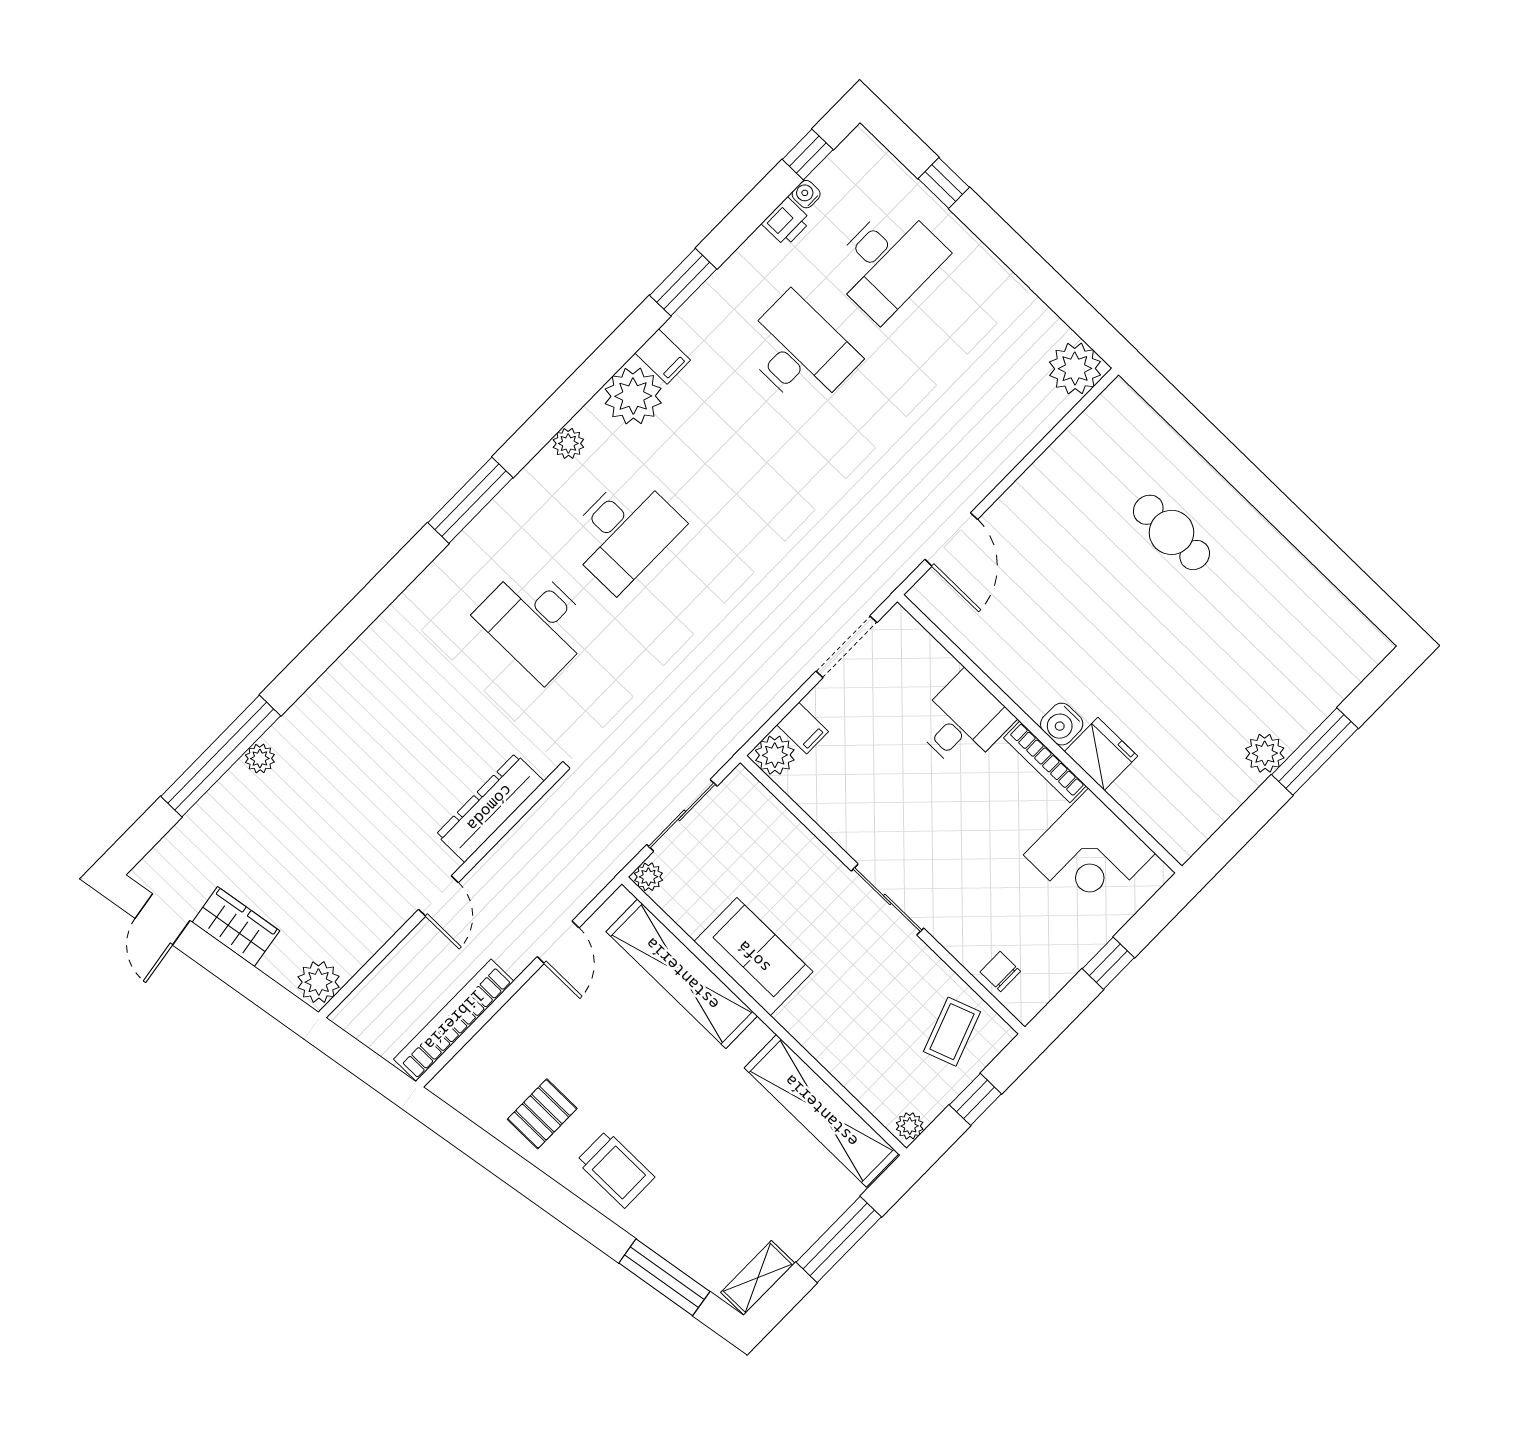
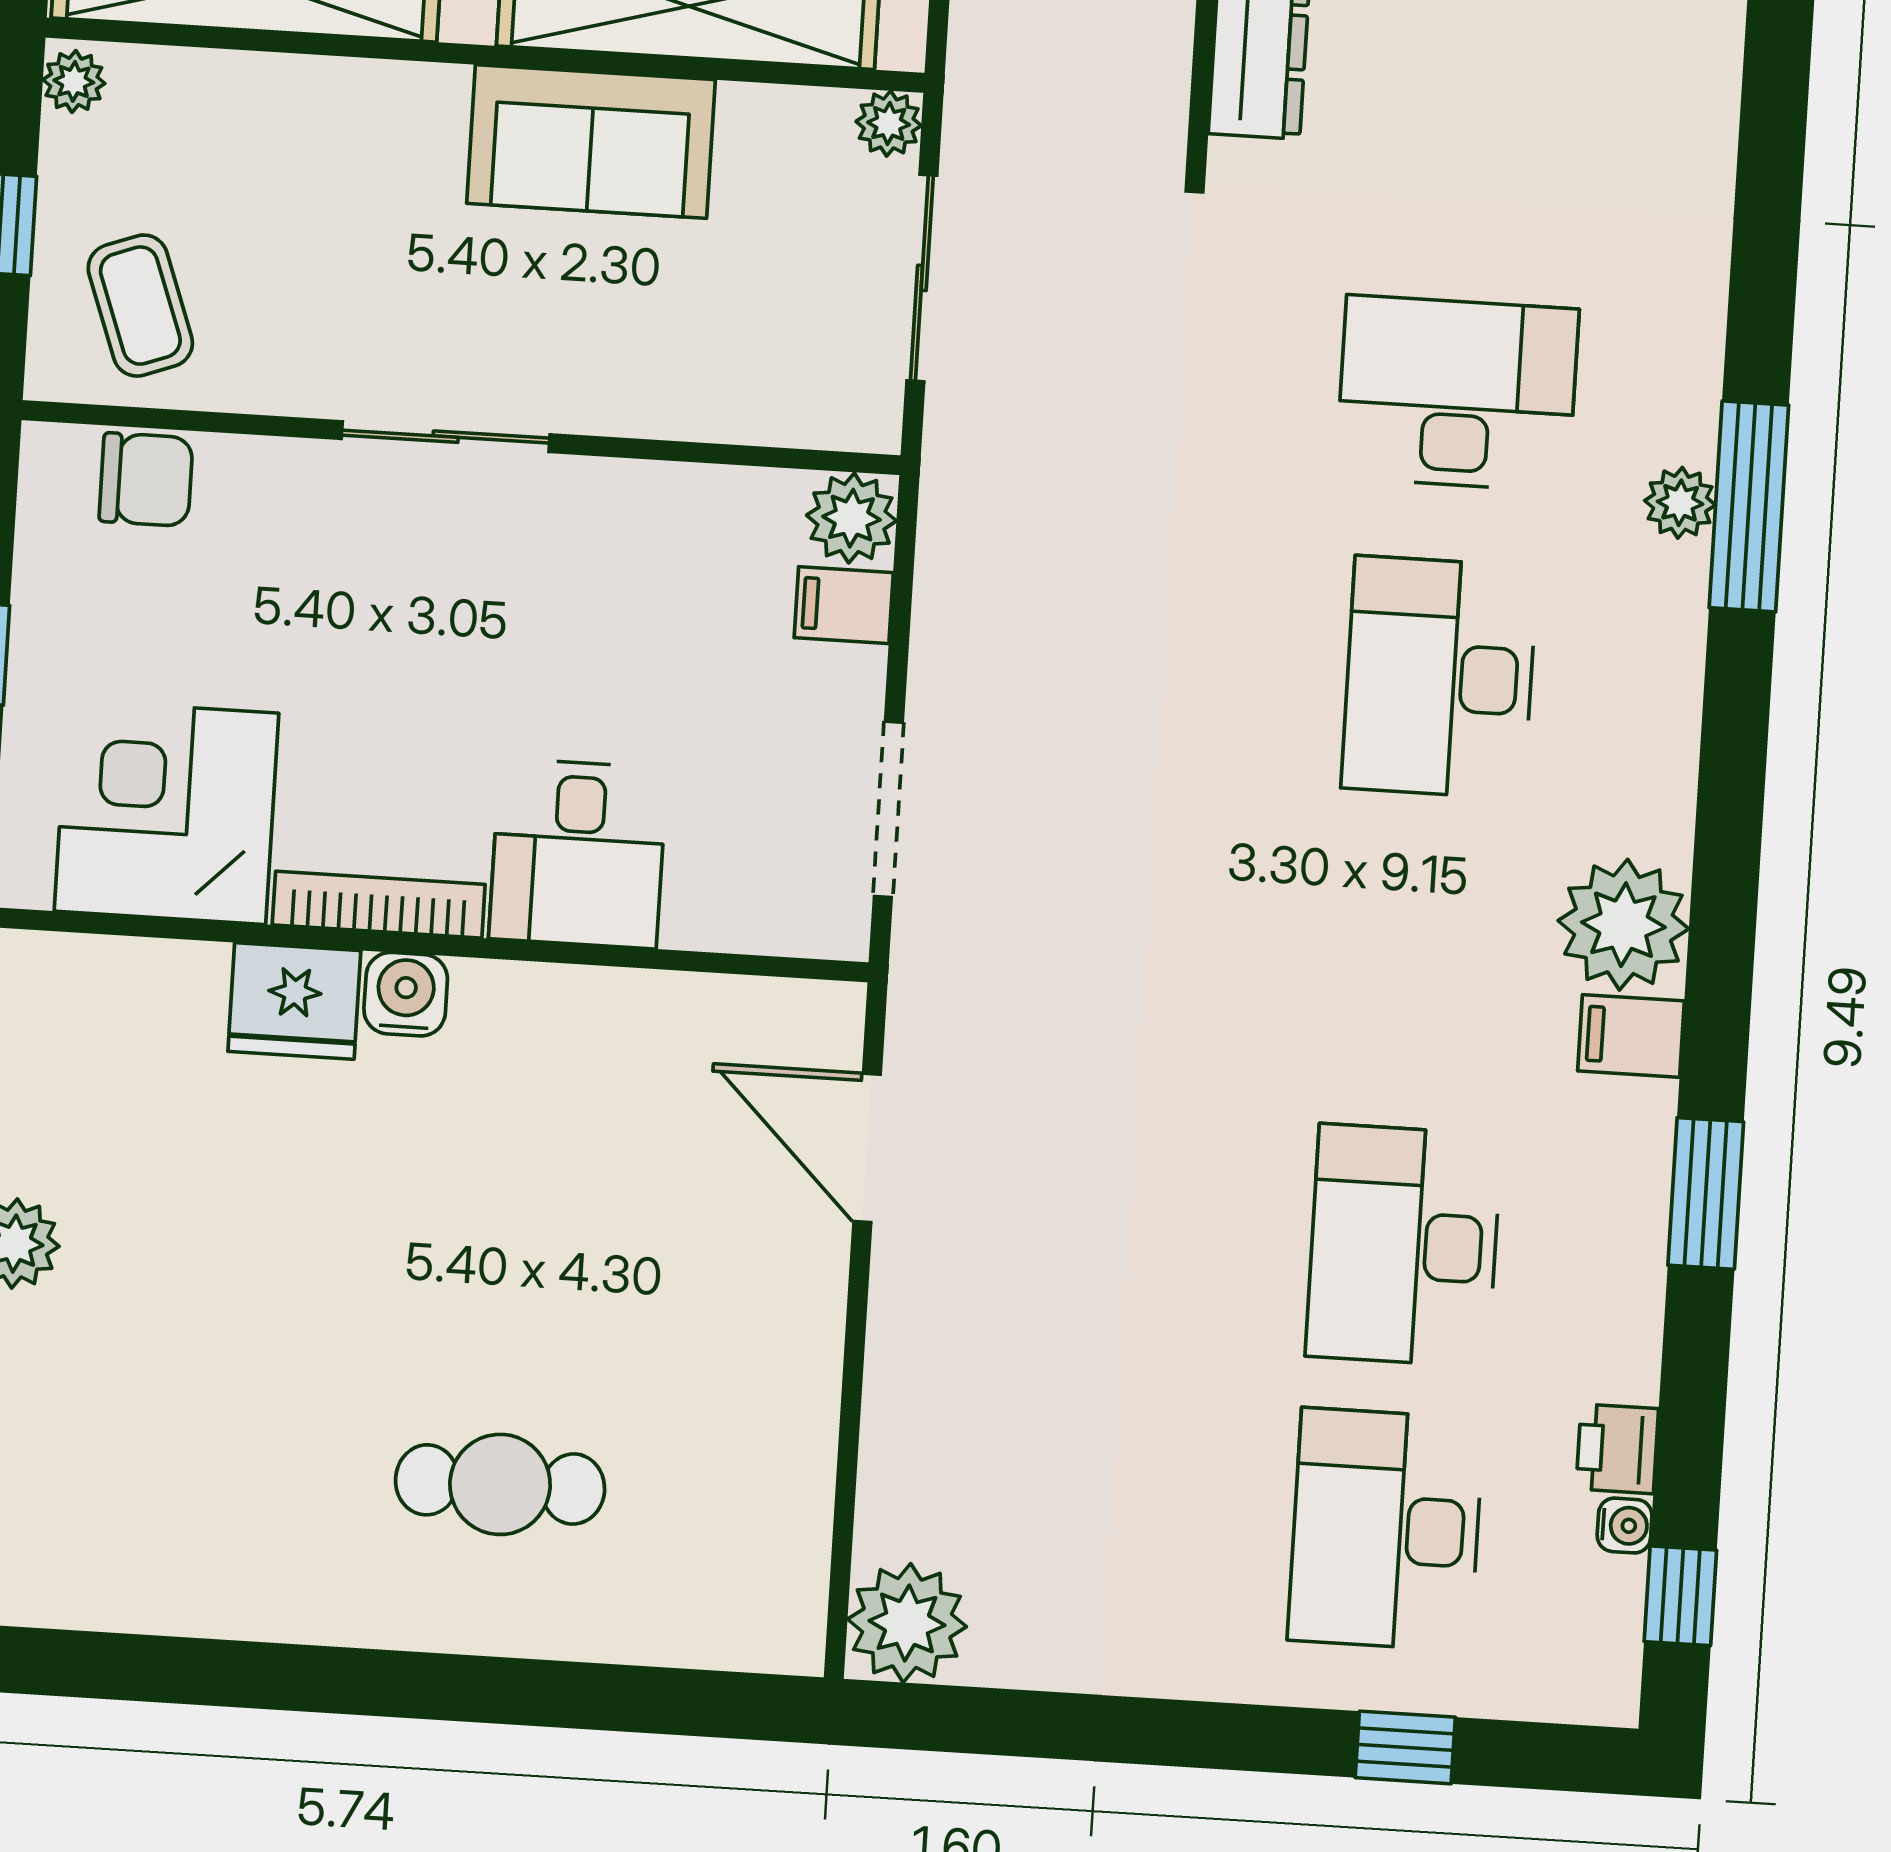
desk: (799, 352) -> (1404, 1245), turned 90
plant: (568, 443) -> (1680, 503), moved
chair: (1000, 972) -> (146, 480), width x1.37, depth x1.37

